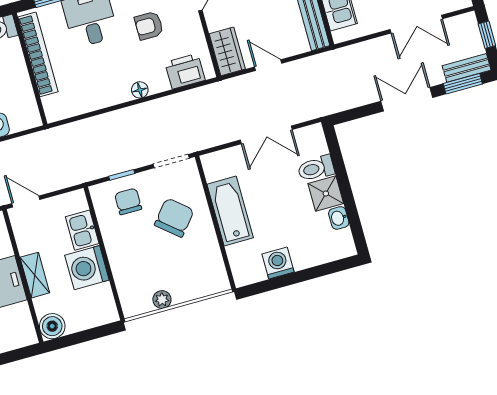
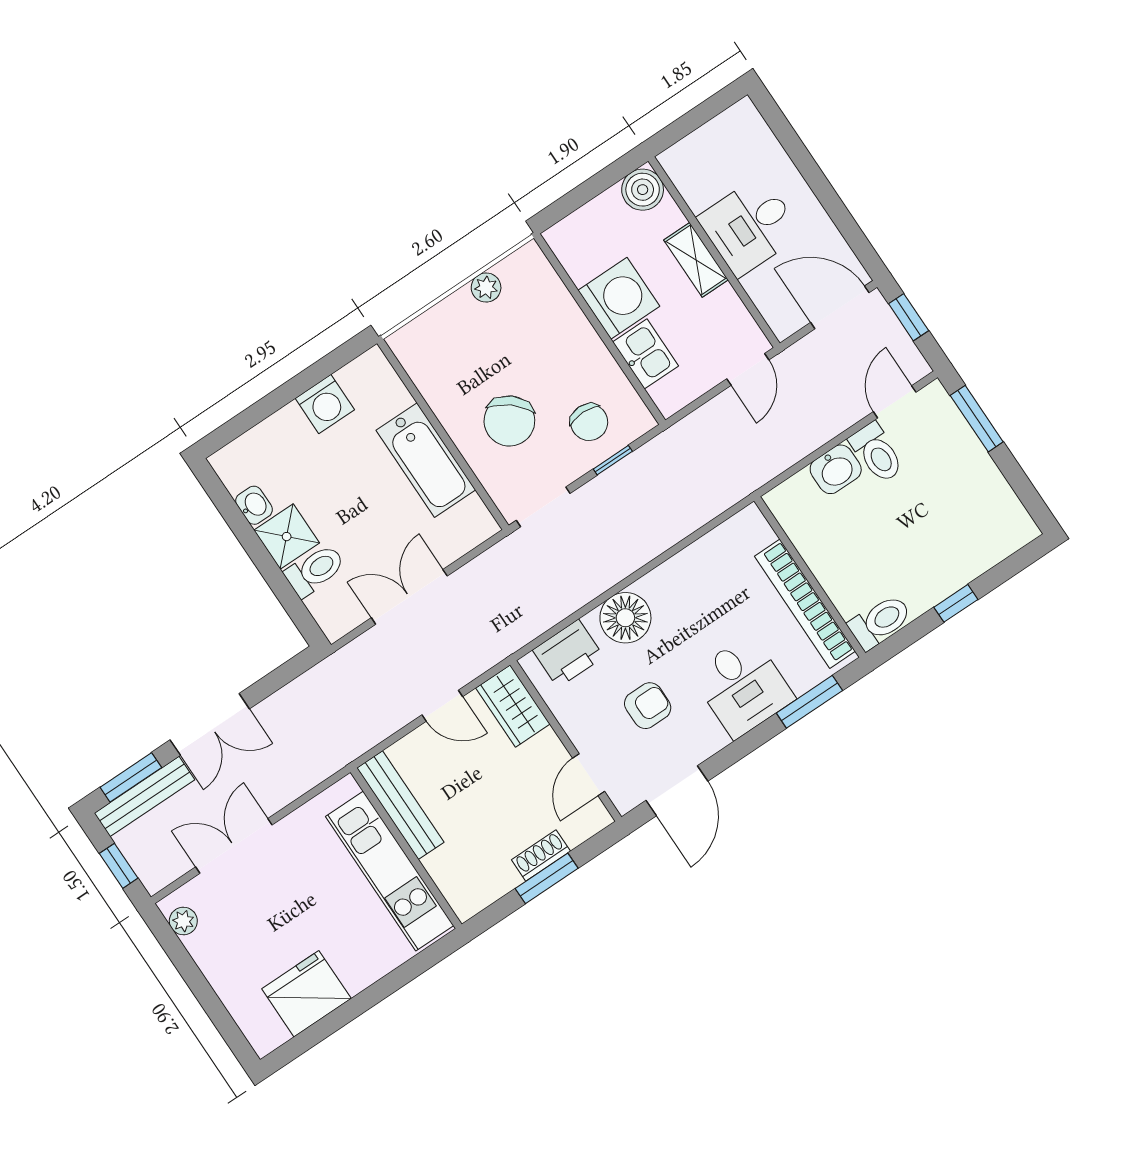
bench: (467, 68) -> (144, 796), width x1.36
floor lamp: (140, 90) -> (625, 618), width x1.89, depth x1.89
door: (26, 201) -> (748, 369), hinge flipped

